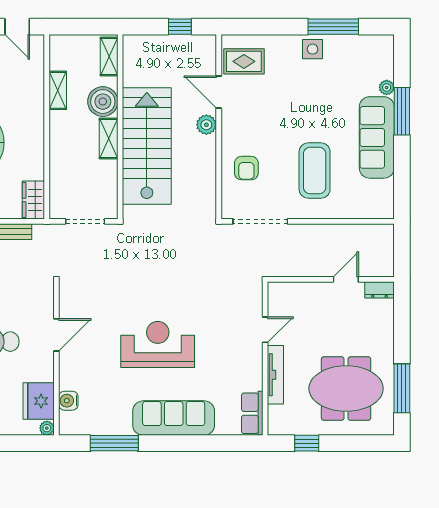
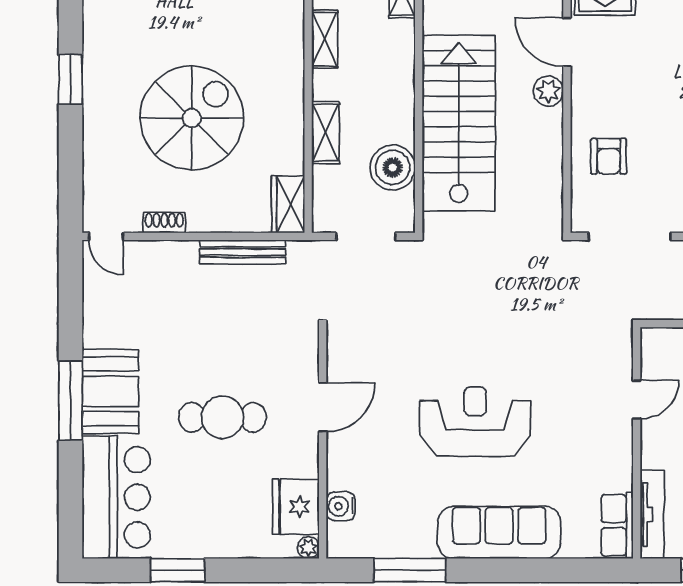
boiler: (103, 102) -> (393, 168), moved
shelving: (109, 139) -> (326, 133), moved
tv unit: (275, 375) -> (652, 514), moved

